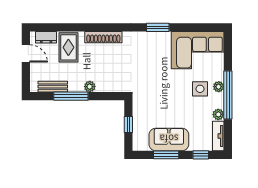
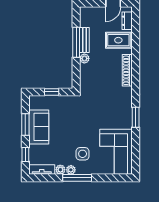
bench: (53, 87) -> (84, 40), moved
plant: (219, 87) -> (71, 170), moved
window: (228, 95) -> (77, 178), width x0.68

